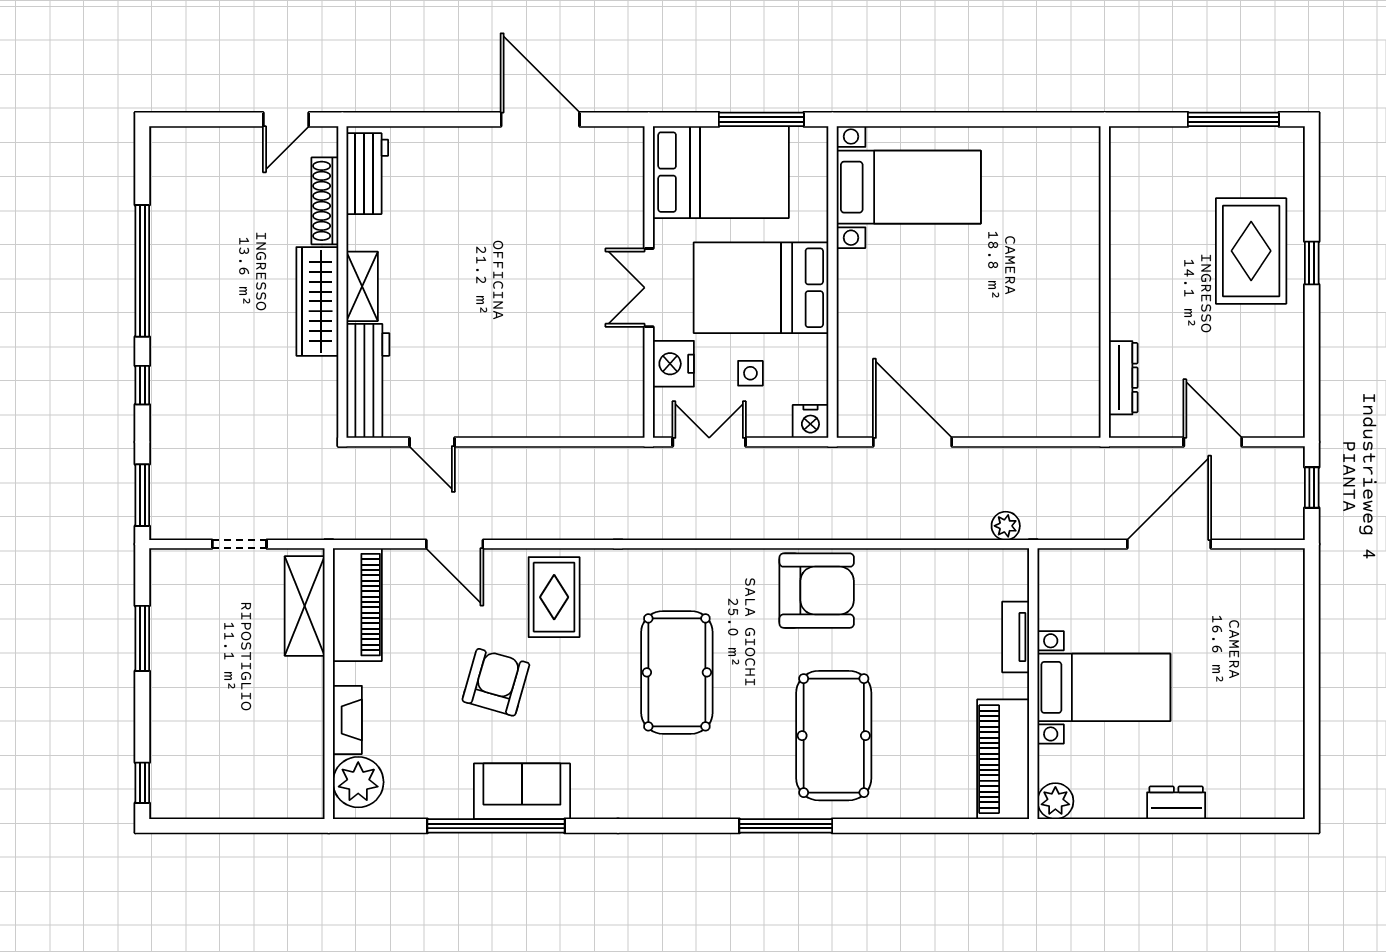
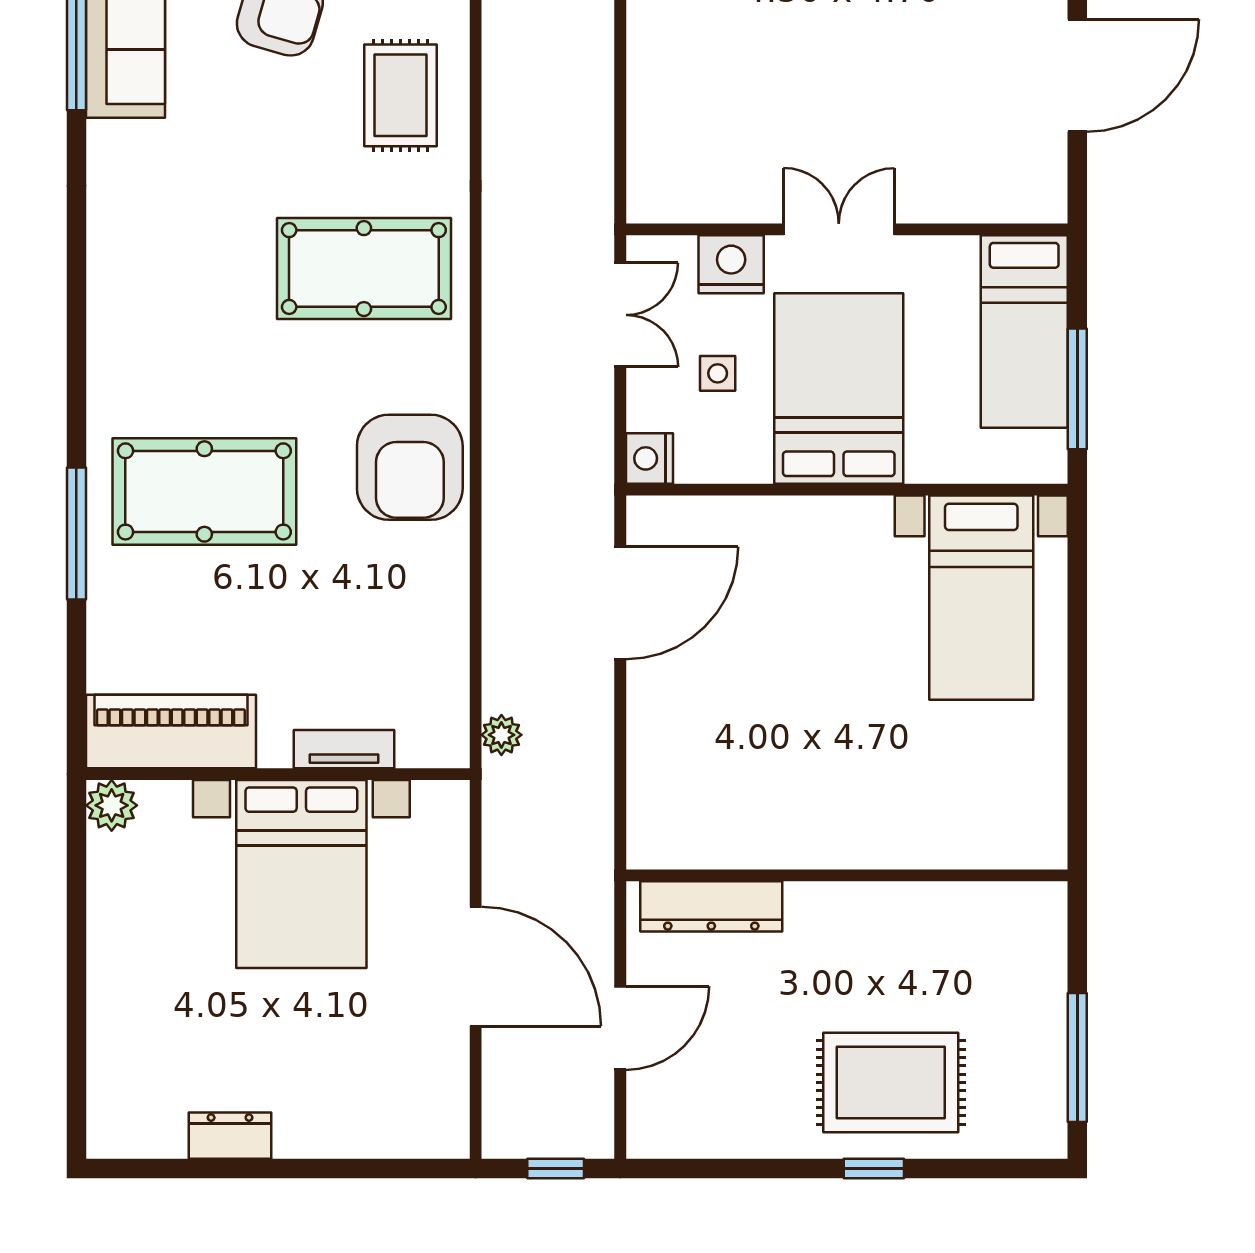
bed: (721, 172) -> (1024, 332), width x0.67
dresser: (1123, 378) -> (711, 906), width x1.37, depth x1.24
rug: (554, 597) -> (400, 95), turned 90
pool table: (677, 672) -> (364, 269), moved
bed with nightstands: (1104, 687) -> (301, 874), width x1.36
dresser: (1176, 803) -> (230, 1136), moved, turned -90
window: (786, 826) -> (76, 534), moved

